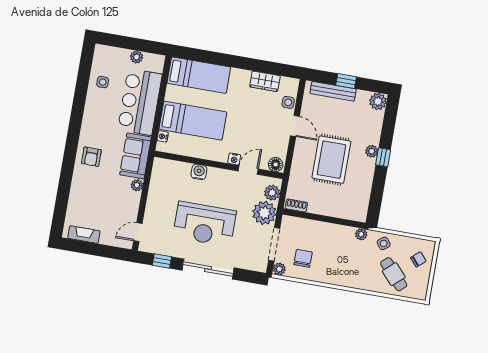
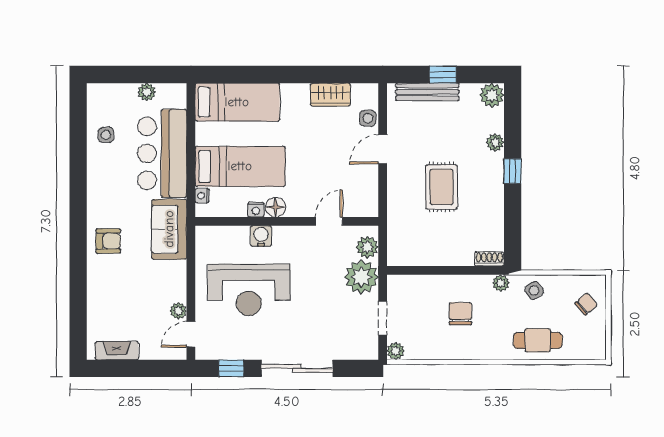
door: (295, 126) -> (383, 149), swing flipped
plant: (372, 151) -> (495, 142), moved
armchair: (91, 157) -> (108, 241), turned -90
nightstand: (234, 159) -> (256, 210), moved
rug: (331, 160) -> (441, 187), width x0.73, depth x0.70
floor lamp: (276, 164) -> (276, 207), moved
plant: (137, 185) -> (178, 311), moved
shoe rack: (296, 206) -> (489, 259), moved
reception desk: (205, 224) -> (249, 290), moved
doorway: (274, 244) -> (383, 318), width x0.73
chair: (303, 258) -> (460, 314), moved
cafe table: (394, 274) -> (538, 340), moved, turned -48

